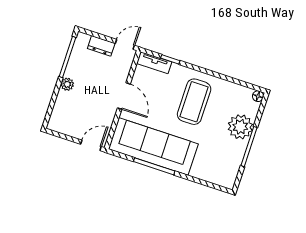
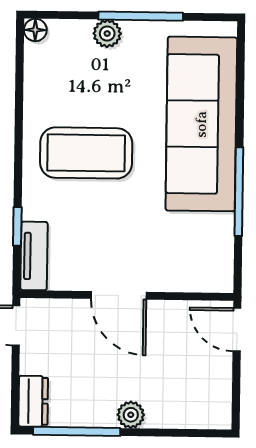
dresser: (101, 46) -> (33, 401), moved
door: (124, 96) -> (119, 295), swing flipped
plant: (240, 127) -> (107, 34), width x0.53, depth x0.53
sofa: (153, 146) -> (201, 124), moved

